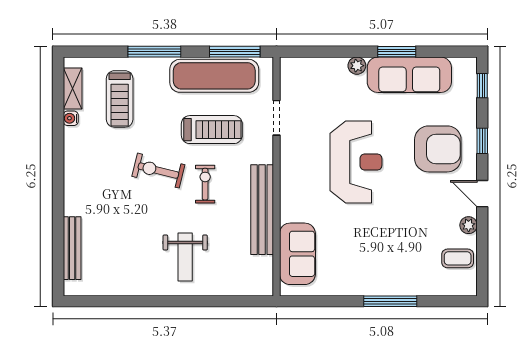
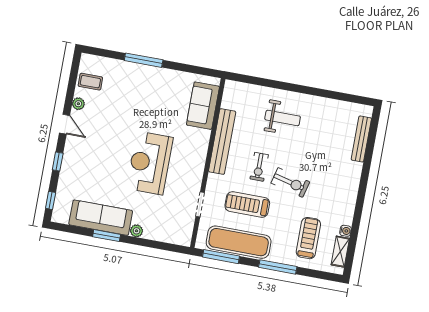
armchair: (438, 149) -> (90, 162), removed
weight bench: (185, 257) -> (283, 118), turned 90

